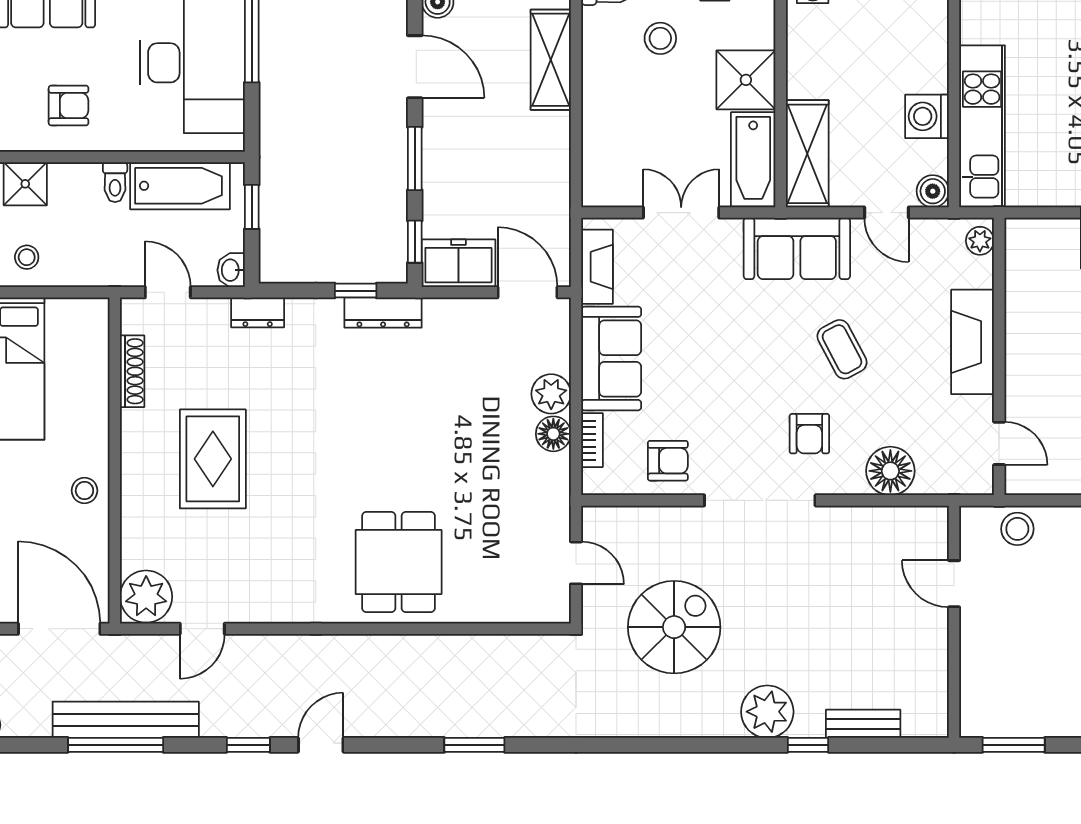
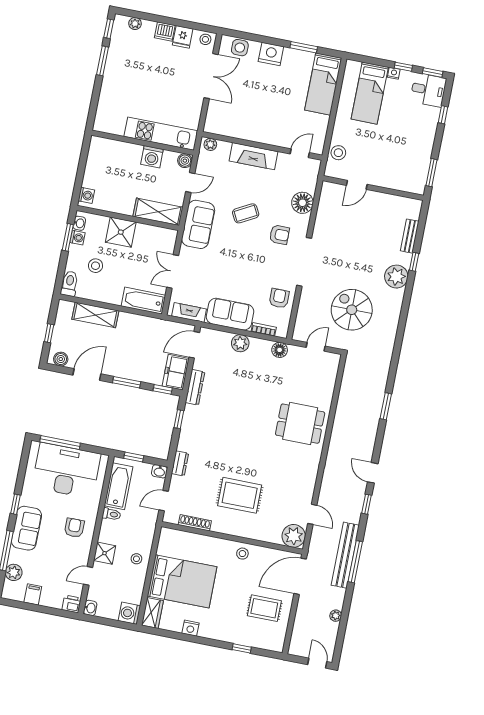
bathtub: (753, 159) -> (143, 301), moved, turned 180
dresser: (383, 313) -> (195, 387), moved
floor lamp: (553, 434) -> (280, 350), moved

